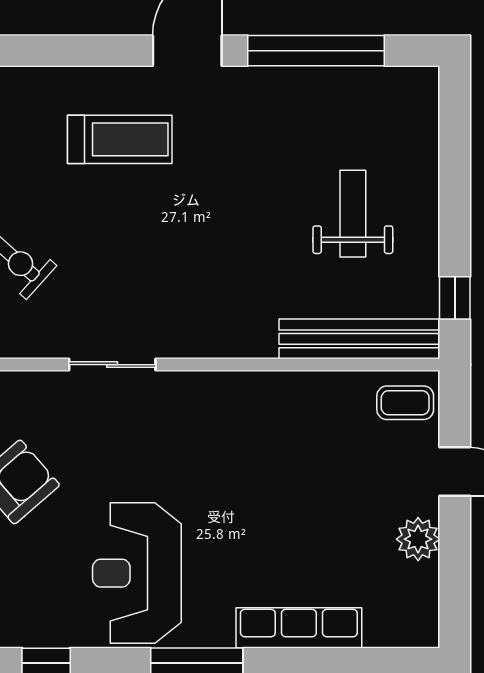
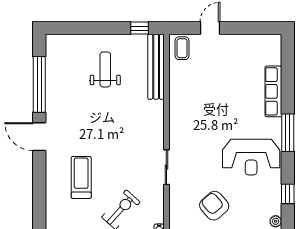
treadmill: (120, 139) -> (81, 177), moved
weight bench: (353, 214) -> (105, 69), turned 90
plant: (418, 539) -> (237, 43), removed

